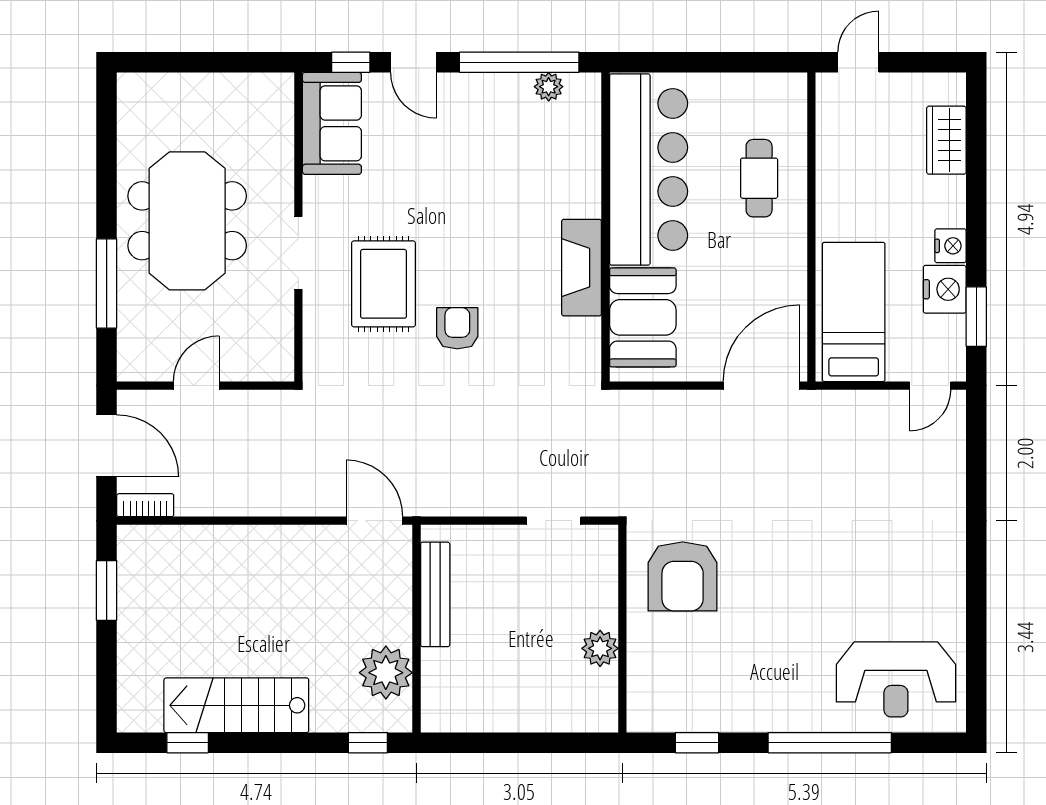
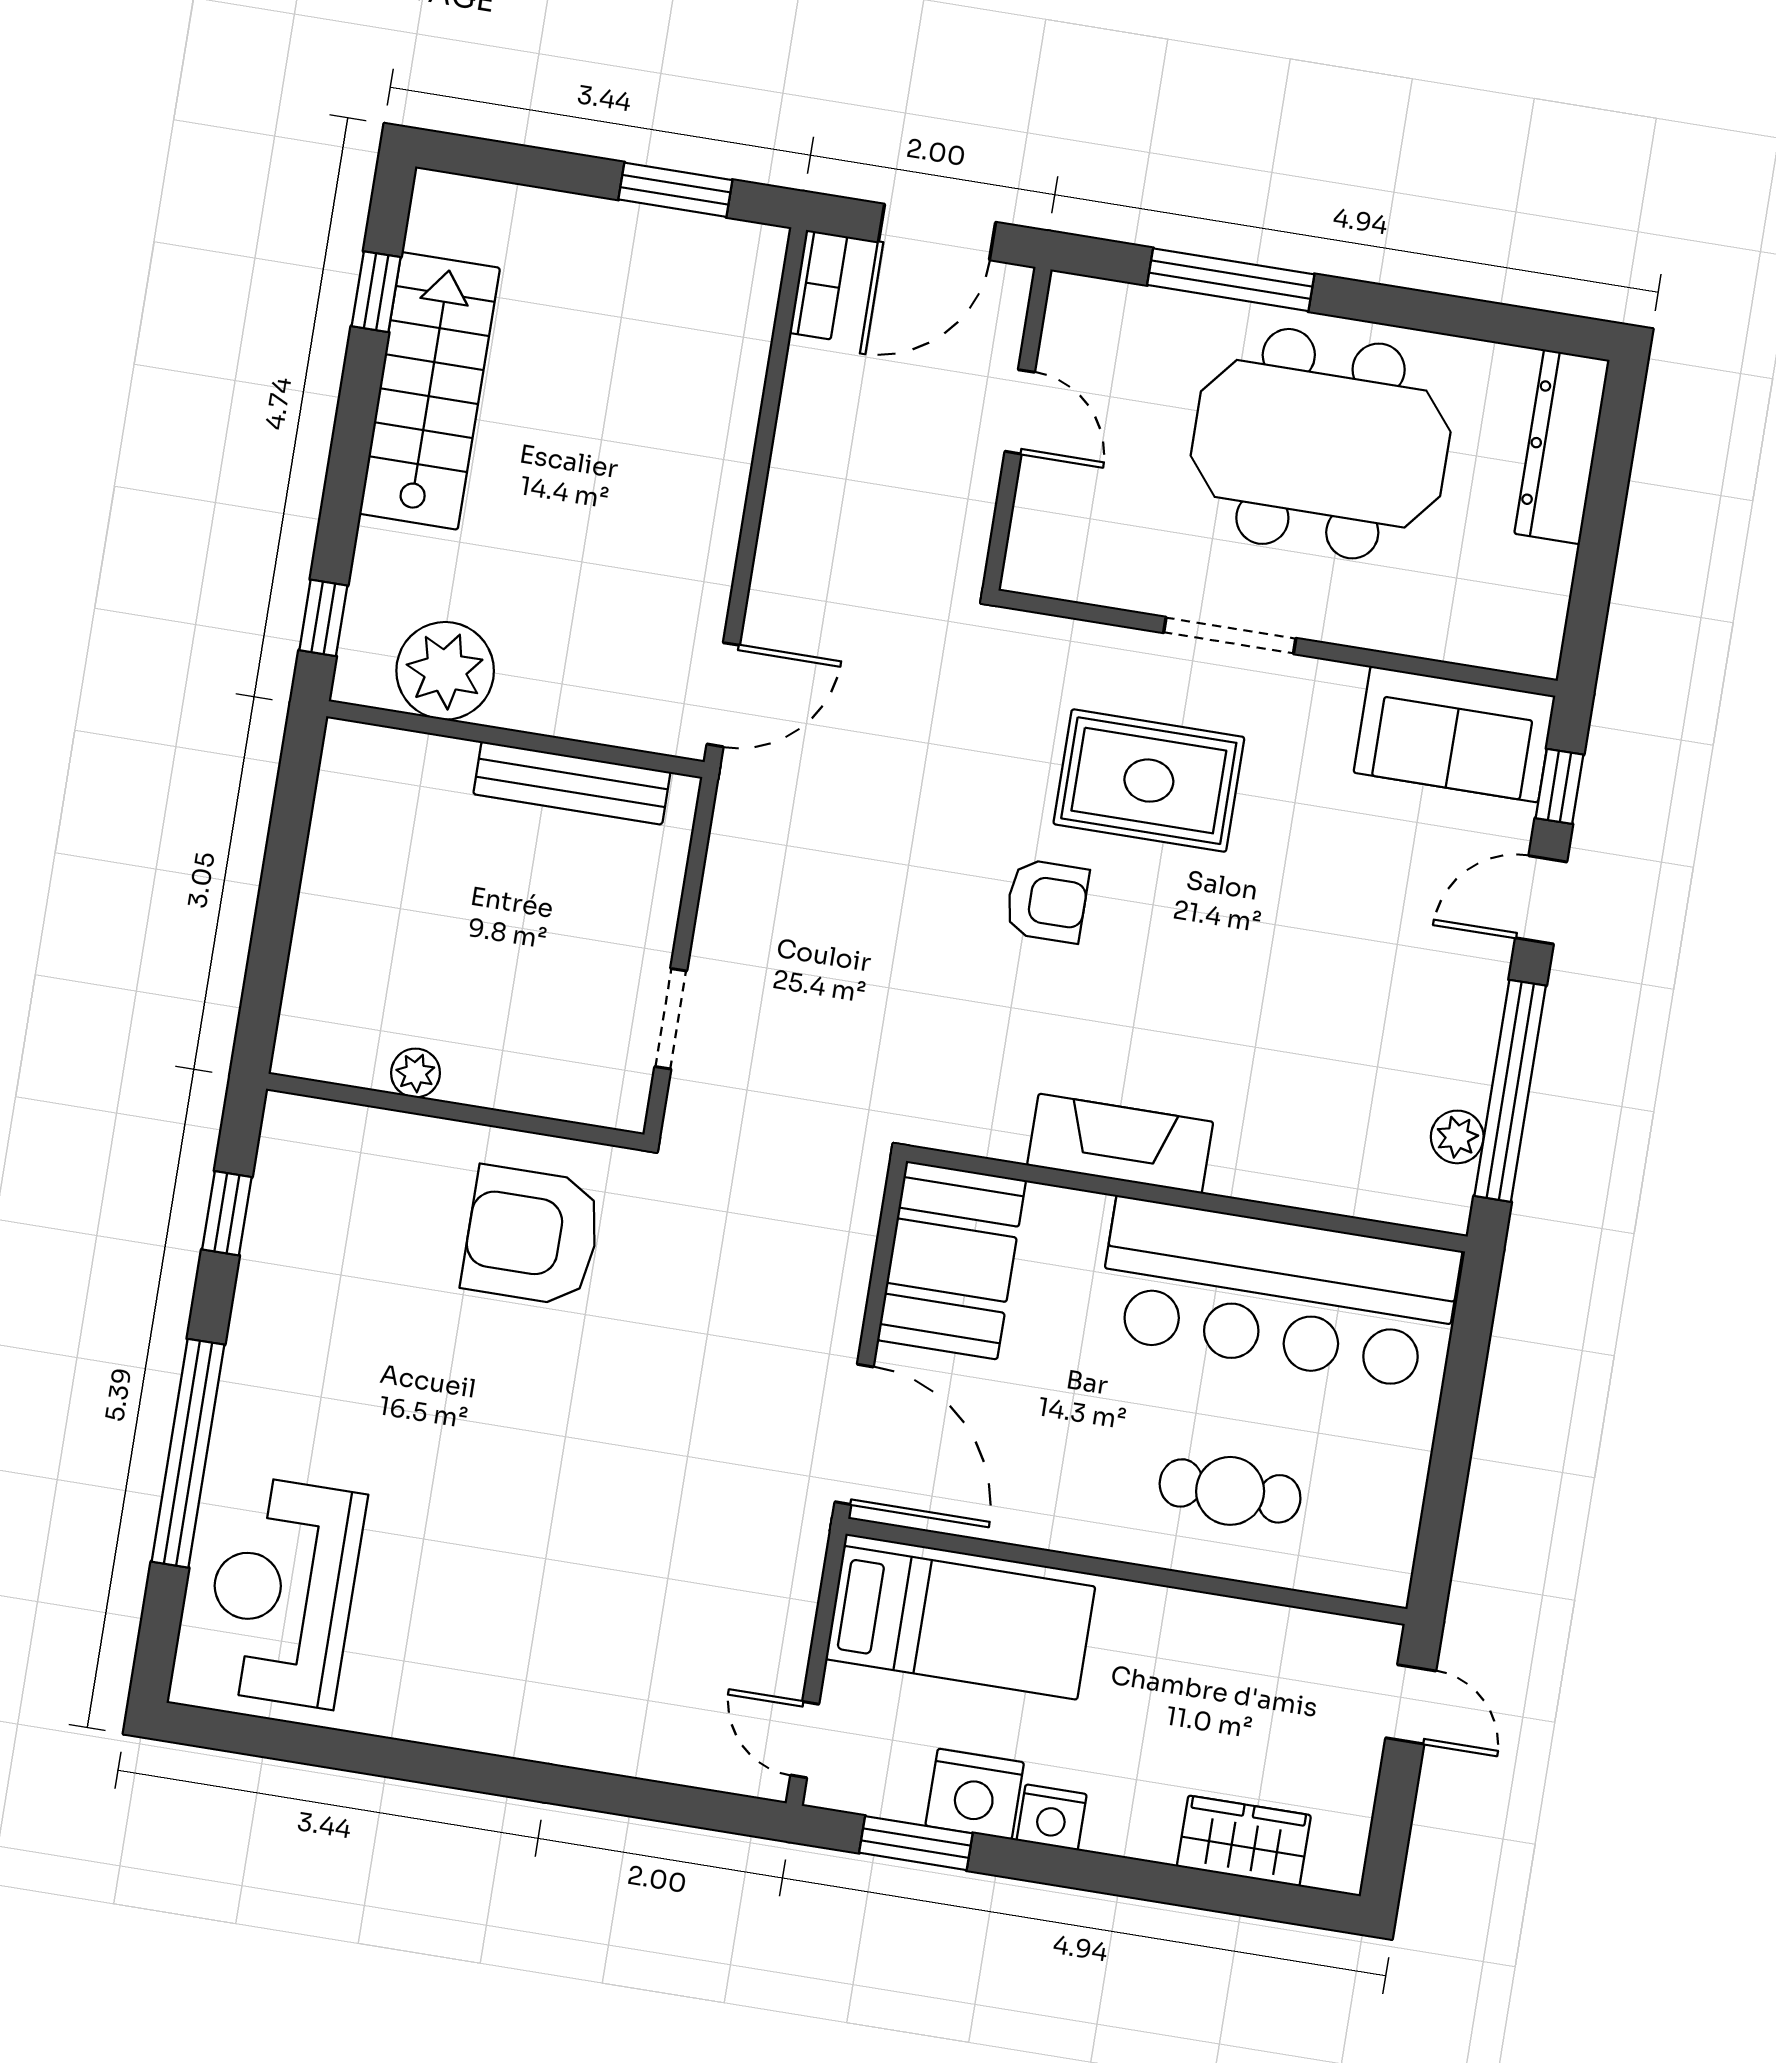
dresser: (168, 90) -> (1562, 447), added
booth: (643, 317) -> (952, 1260), moved, turned 90
plant: (600, 648) -> (416, 1073), width x0.73, depth x0.73

